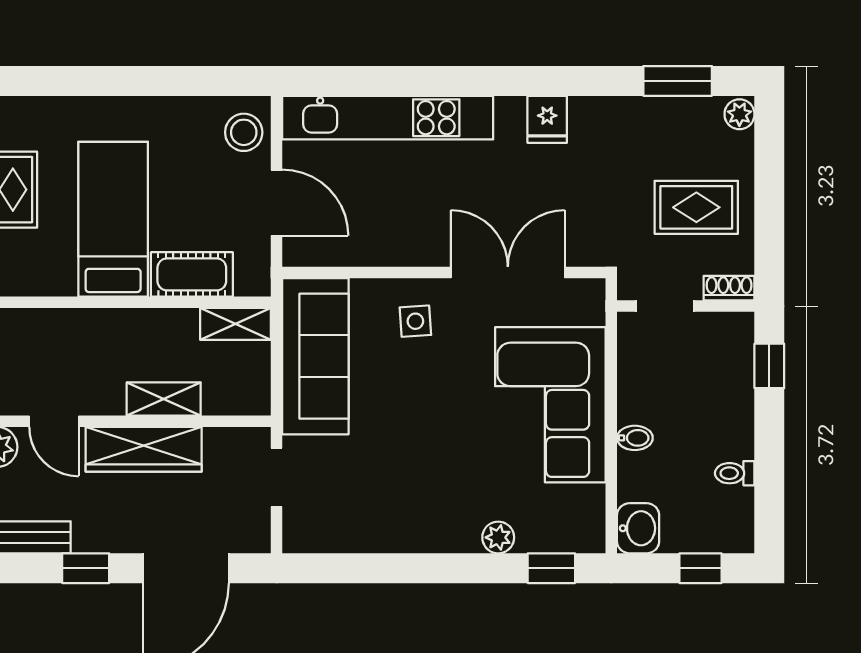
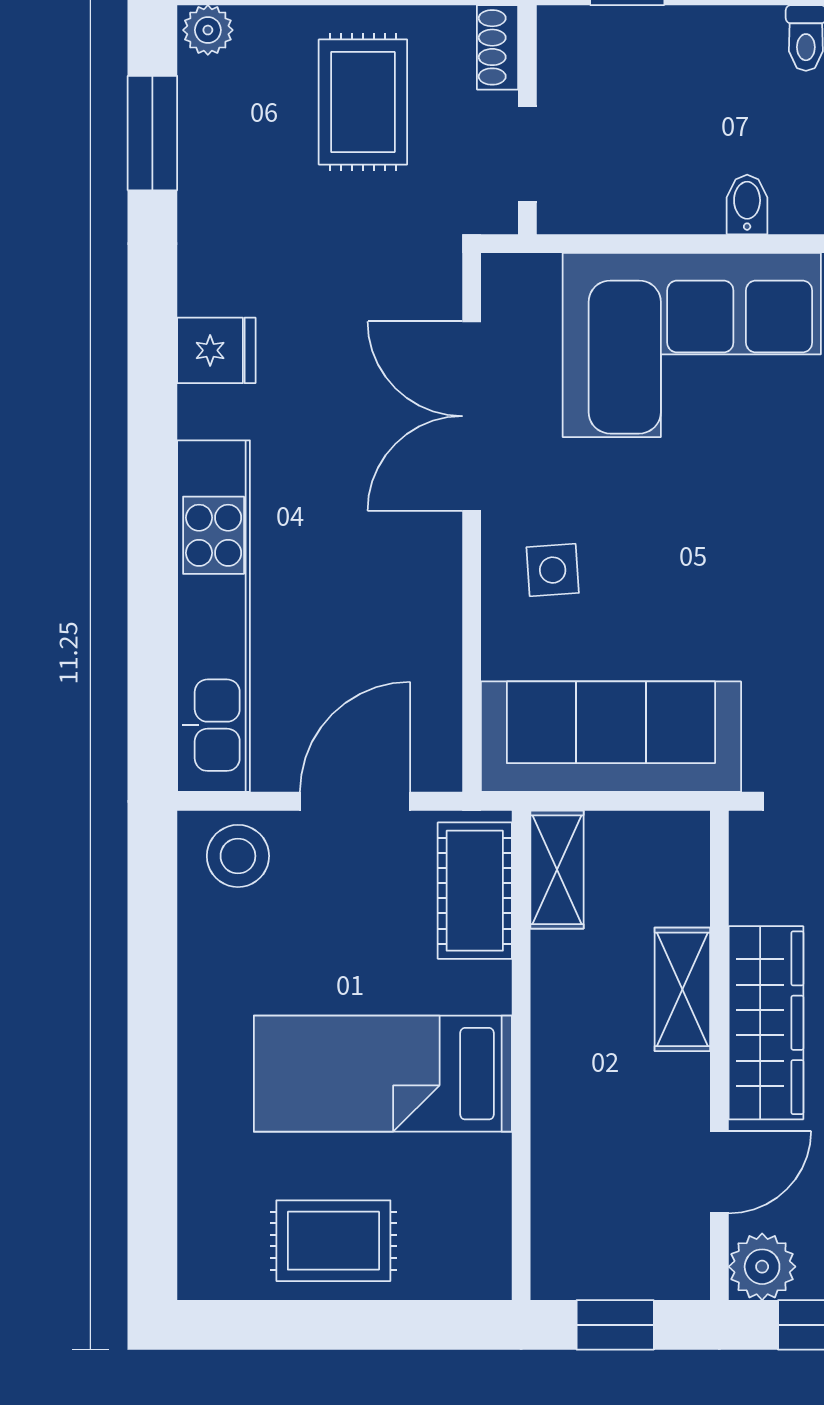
cot: (192, 274) -> (475, 891), moved

